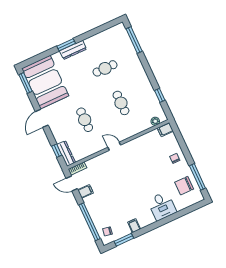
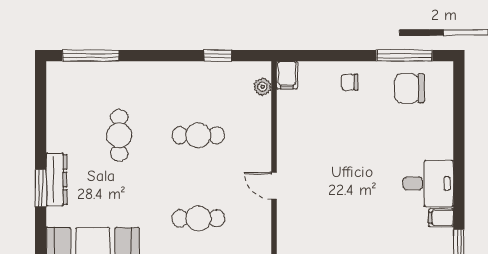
door: (114, 146) -> (274, 186), hinge flipped
chair: (184, 186) -> (409, 88), turned 90
desk: (162, 206) -> (428, 183), moved

